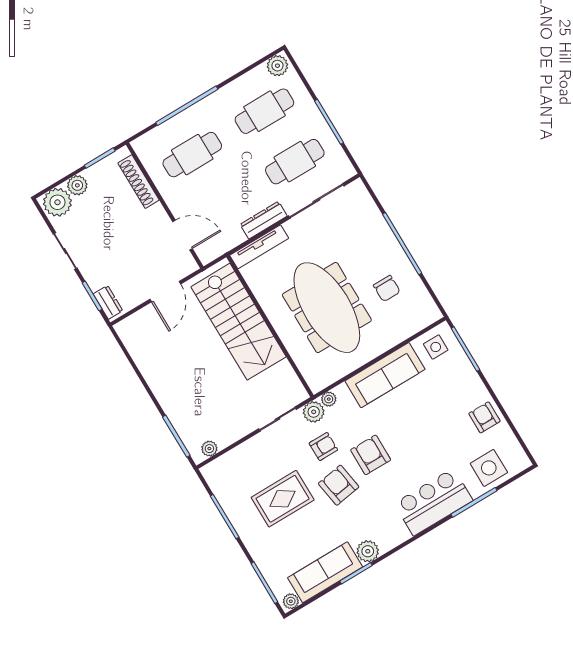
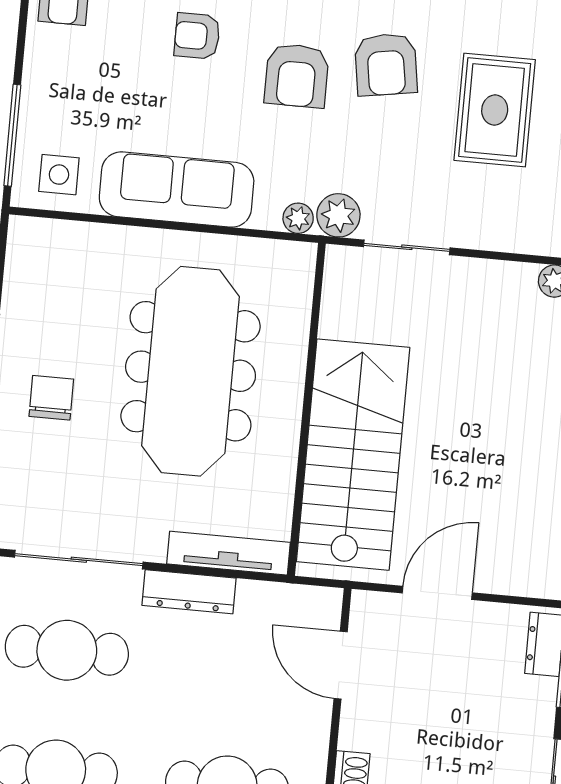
chair: (387, 288) -> (51, 398), moved
armchair: (323, 446) -> (197, 36), moved
rug: (283, 499) -> (495, 110), turned 90

